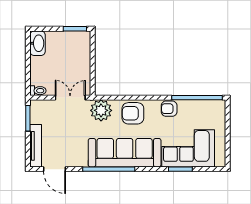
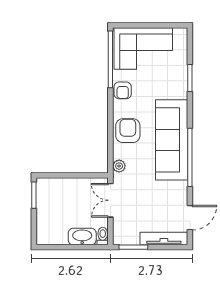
washbasin: (38, 43) -> (82, 237), moved
plant: (101, 110) -> (119, 166), width x0.53, depth x0.53
armchair: (133, 113) -> (128, 131), turned 180
corner sofa: (188, 148) -> (143, 48), moved, turned -90

